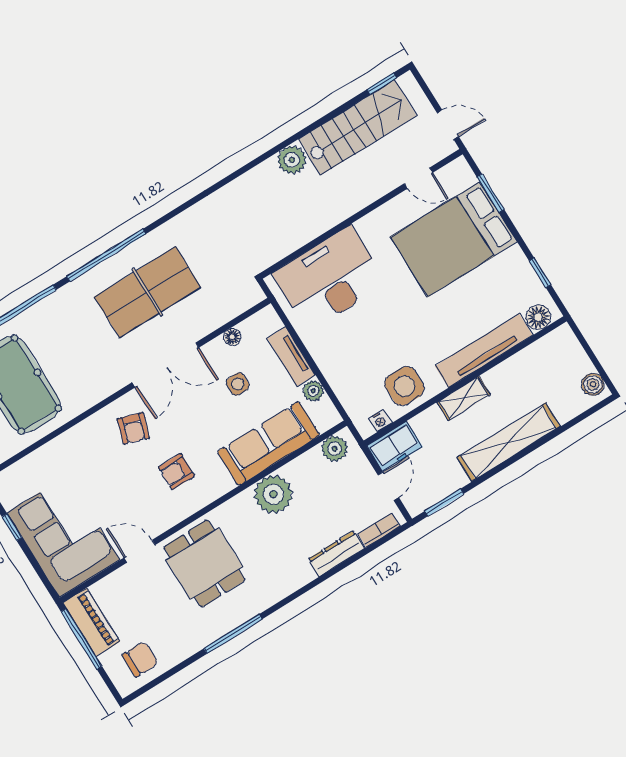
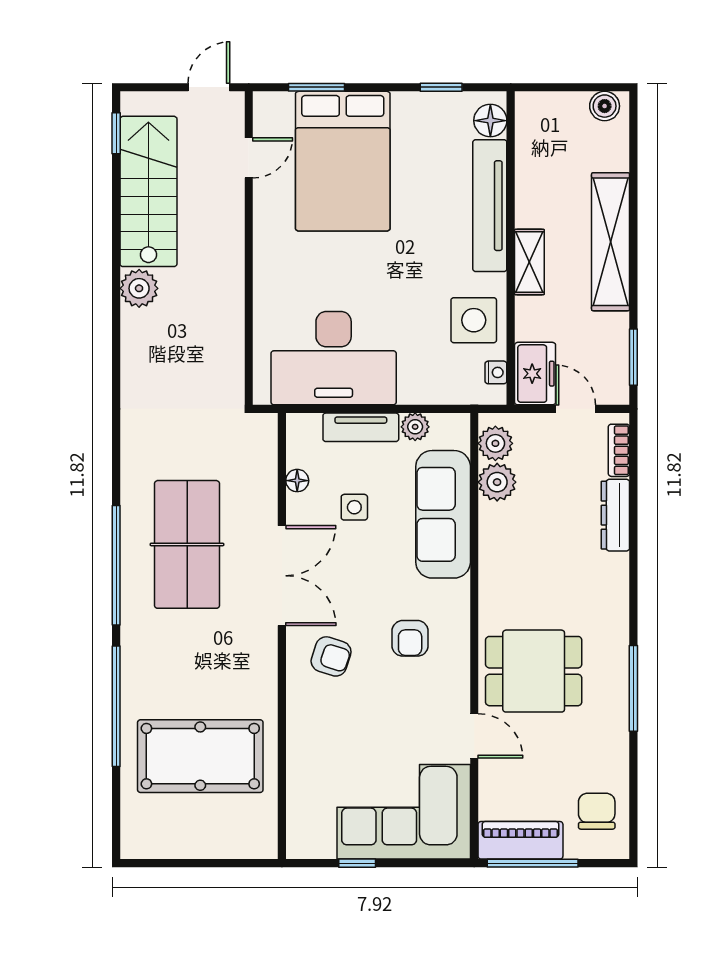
desk: (330, 278) -> (334, 358), moved, turned -90
plant: (273, 494) -> (497, 482), moved, width x0.73, depth x0.73
door: (140, 551) -> (474, 736), swing flipped

